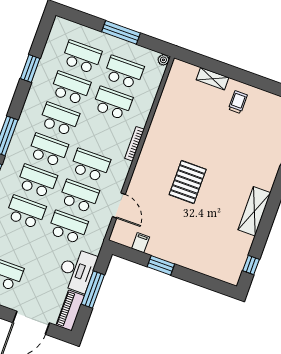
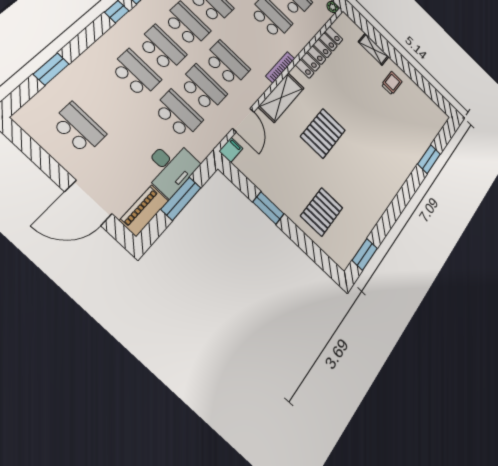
locker: (164, 110) -> (320, 52), added
shelving: (254, 211) -> (281, 97), moved
filing cabinet: (141, 243) -> (231, 150), moved
pallet: (205, 248) -> (322, 212), added
window: (251, 265) -> (365, 254), width x1.50

